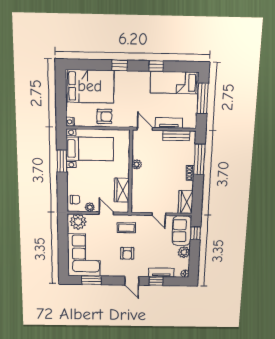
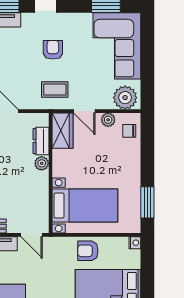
bed with nightstands: (90, 149) -> (85, 206), moved, turned 180
window: (62, 161) -> (147, 202), moved
plant: (137, 164) -> (42, 163), moved
wardrobe: (122, 190) -> (62, 131), moved
dresser: (137, 194) -> (41, 141), added

